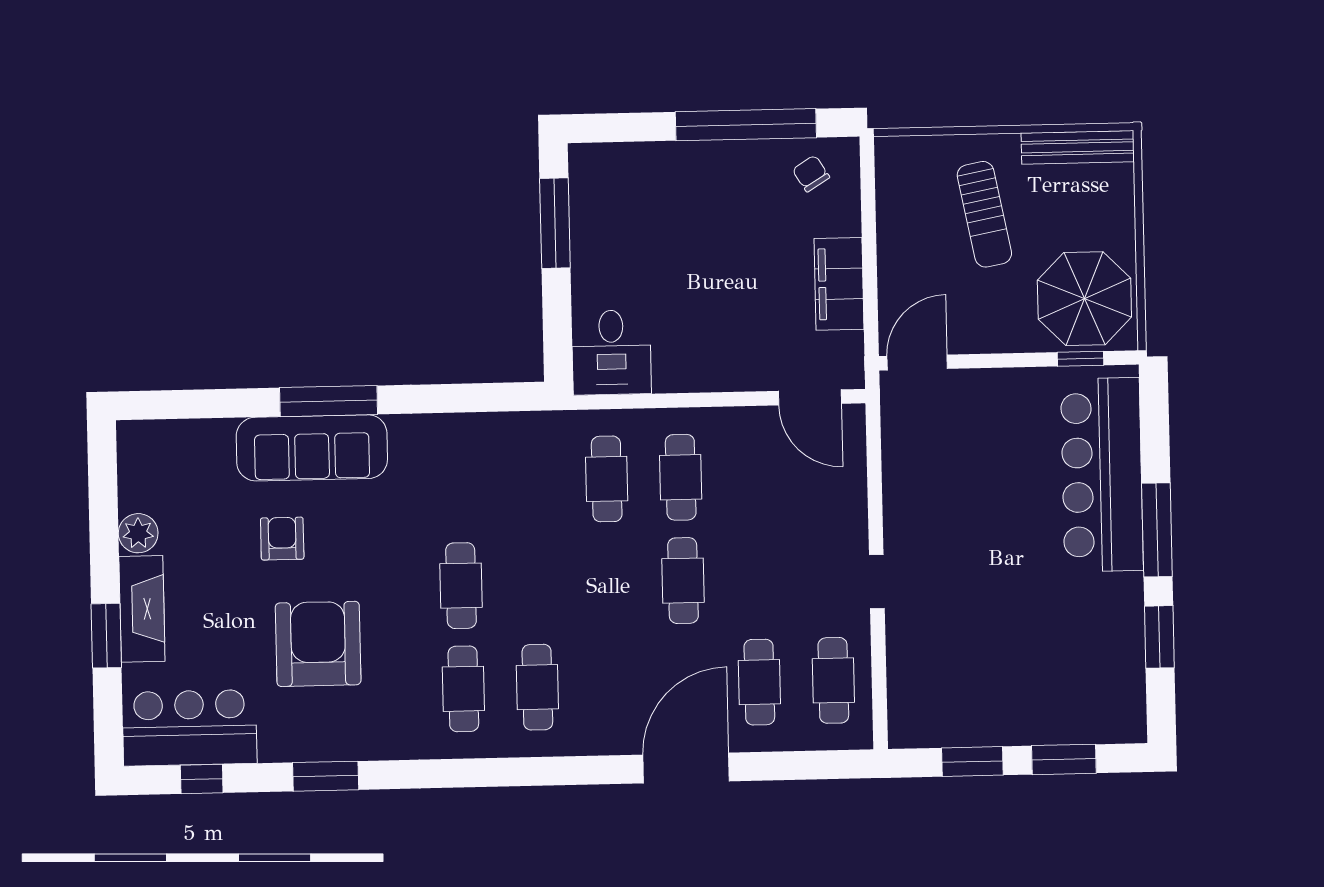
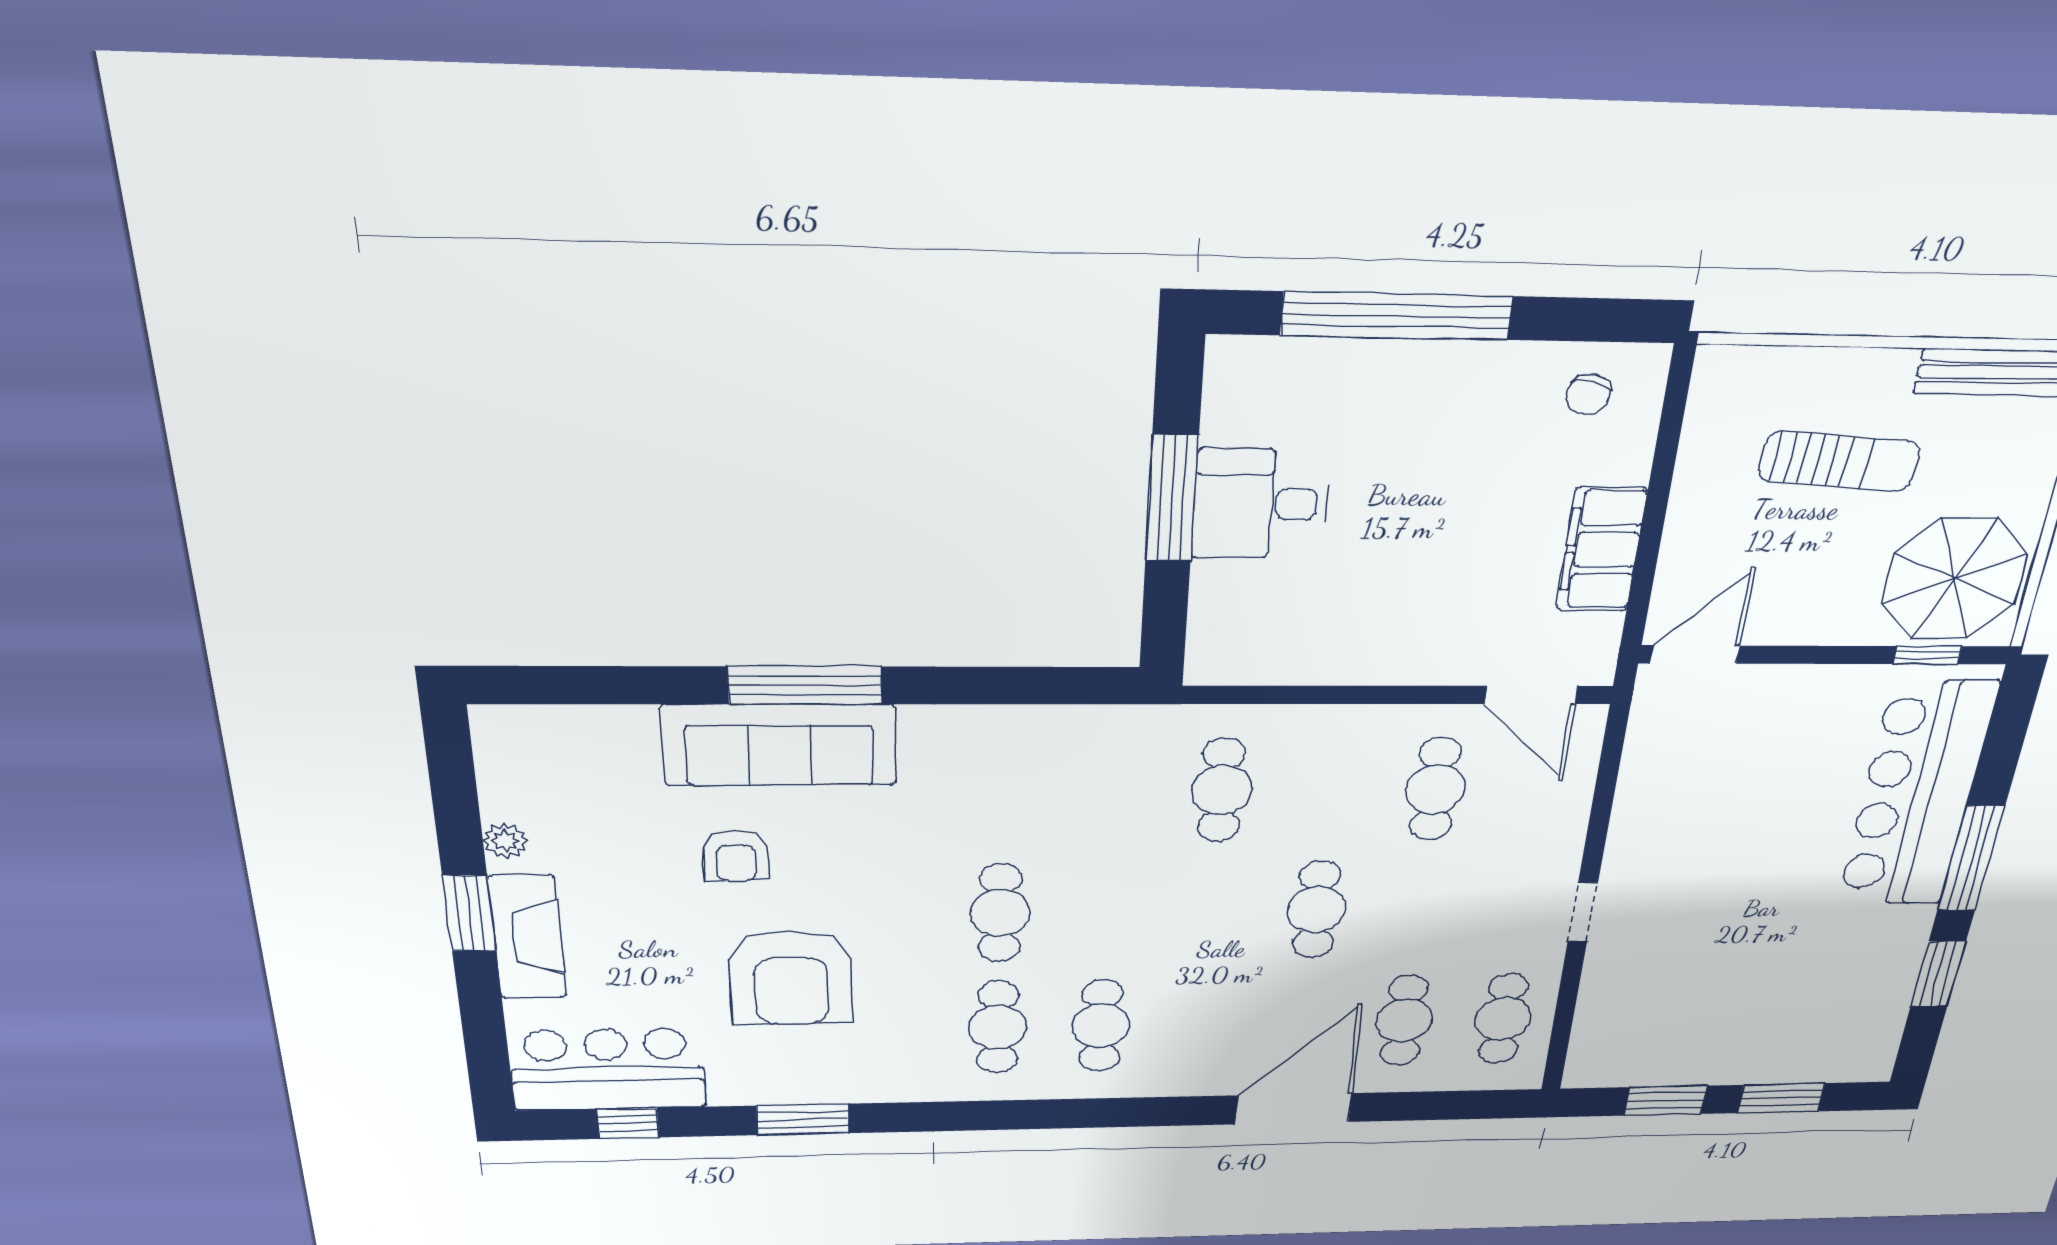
window: (746, 125) -> (1397, 316), moved
chair: (811, 174) -> (1588, 394), turned -138
sun lounger: (984, 214) -> (1839, 461), turned -75
window: (555, 223) -> (1172, 499), moved
desk: (611, 352) -> (1261, 504), moved, turned 90
cafe table: (681, 477) -> (1435, 789), moved
plant: (138, 533) -> (505, 841), width x0.73, depth x0.73
armchair: (282, 539) -> (736, 856), turned 180
window: (106, 636) -> (469, 913), moved
armchair: (318, 644) -> (791, 978), turned 180

